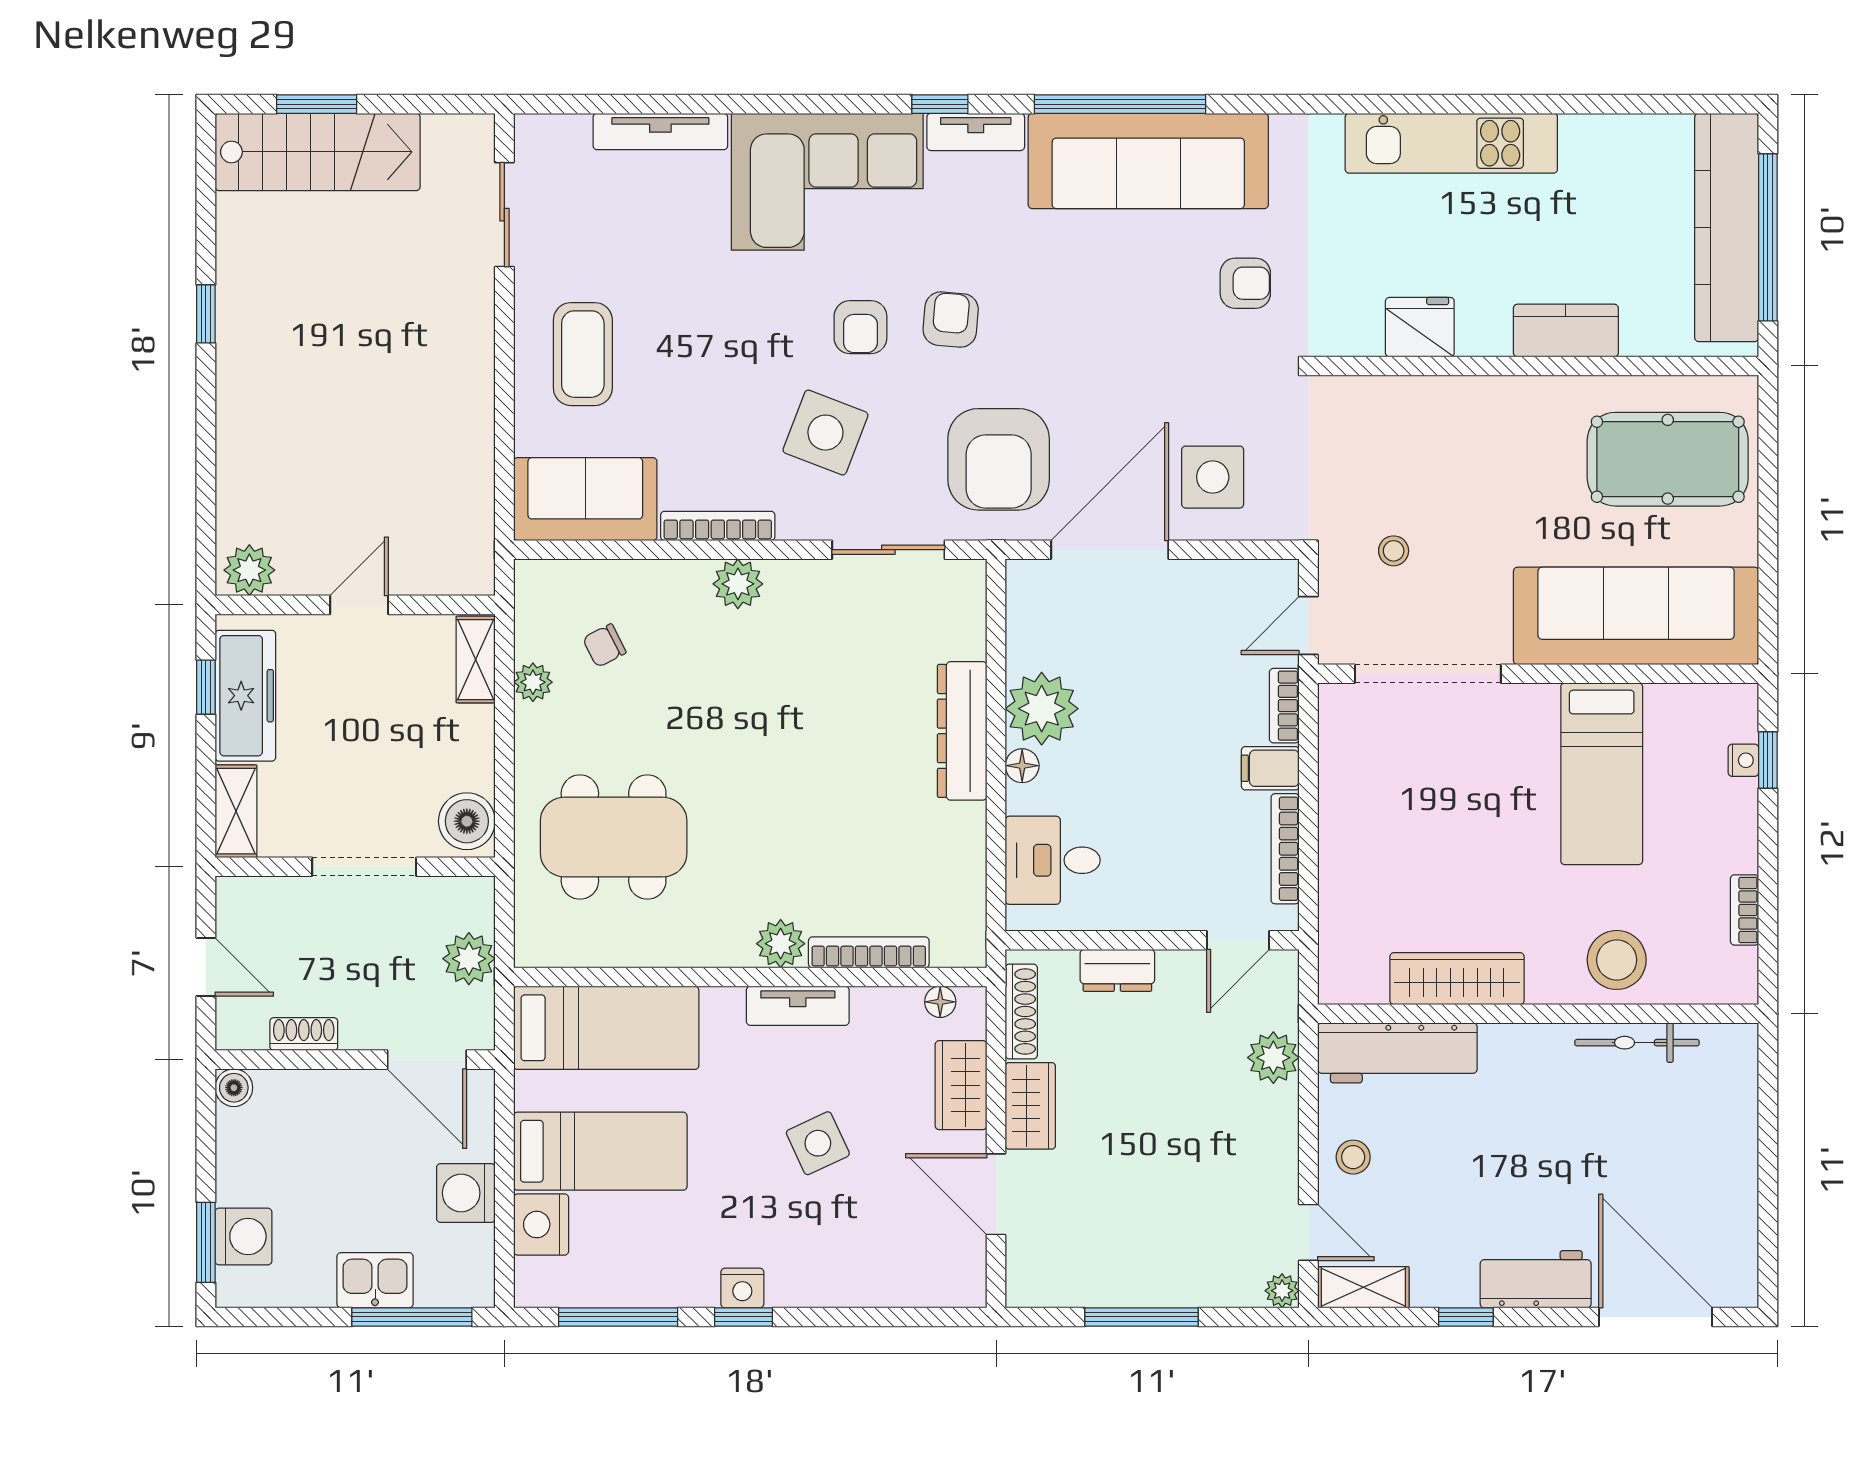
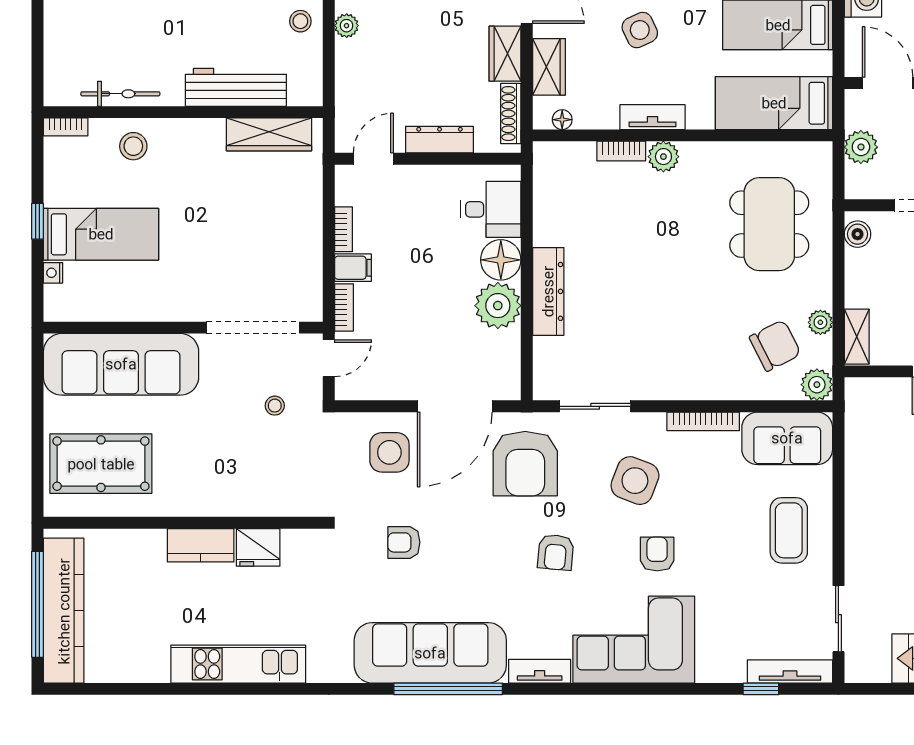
window: (940, 104) -> (761, 689), moved
tv unit: (660, 131) -> (790, 671), moved
armchair: (1245, 283) -> (404, 542), moved
armchair: (860, 327) -> (657, 554), moved
kitchen counter: (1566, 330) -> (201, 545), moved
armchair: (999, 459) -> (525, 464), turned 180
plant: (738, 584) -> (817, 385), moved
chair: (604, 646) -> (775, 346), width x1.87, depth x1.87
window: (1768, 760) -> (37, 221), moved
floor lamp: (1022, 766) -> (501, 260), width x1.89, depth x1.89
bed: (1602, 774) -> (101, 234), moved, turned 90
boiler: (467, 821) -> (858, 234), width x0.73, depth x0.73
dining table: (614, 837) -> (769, 224), turned 90
bookcase: (1285, 849) -> (343, 229), width x0.64
bookcase: (1745, 910) -> (66, 127), moved, turned 90
bookcase: (869, 952) -> (621, 151), width x0.64
stool: (1617, 960) -> (133, 146), width x0.73, depth x0.73
dresser: (1117, 970) -> (440, 140), width x1.44
wardrobe: (1457, 979) -> (269, 134), moved
workbench: (1397, 1053) -> (236, 87), moved
plant: (1273, 1058) -> (347, 26), moved, width x0.73, depth x0.73

